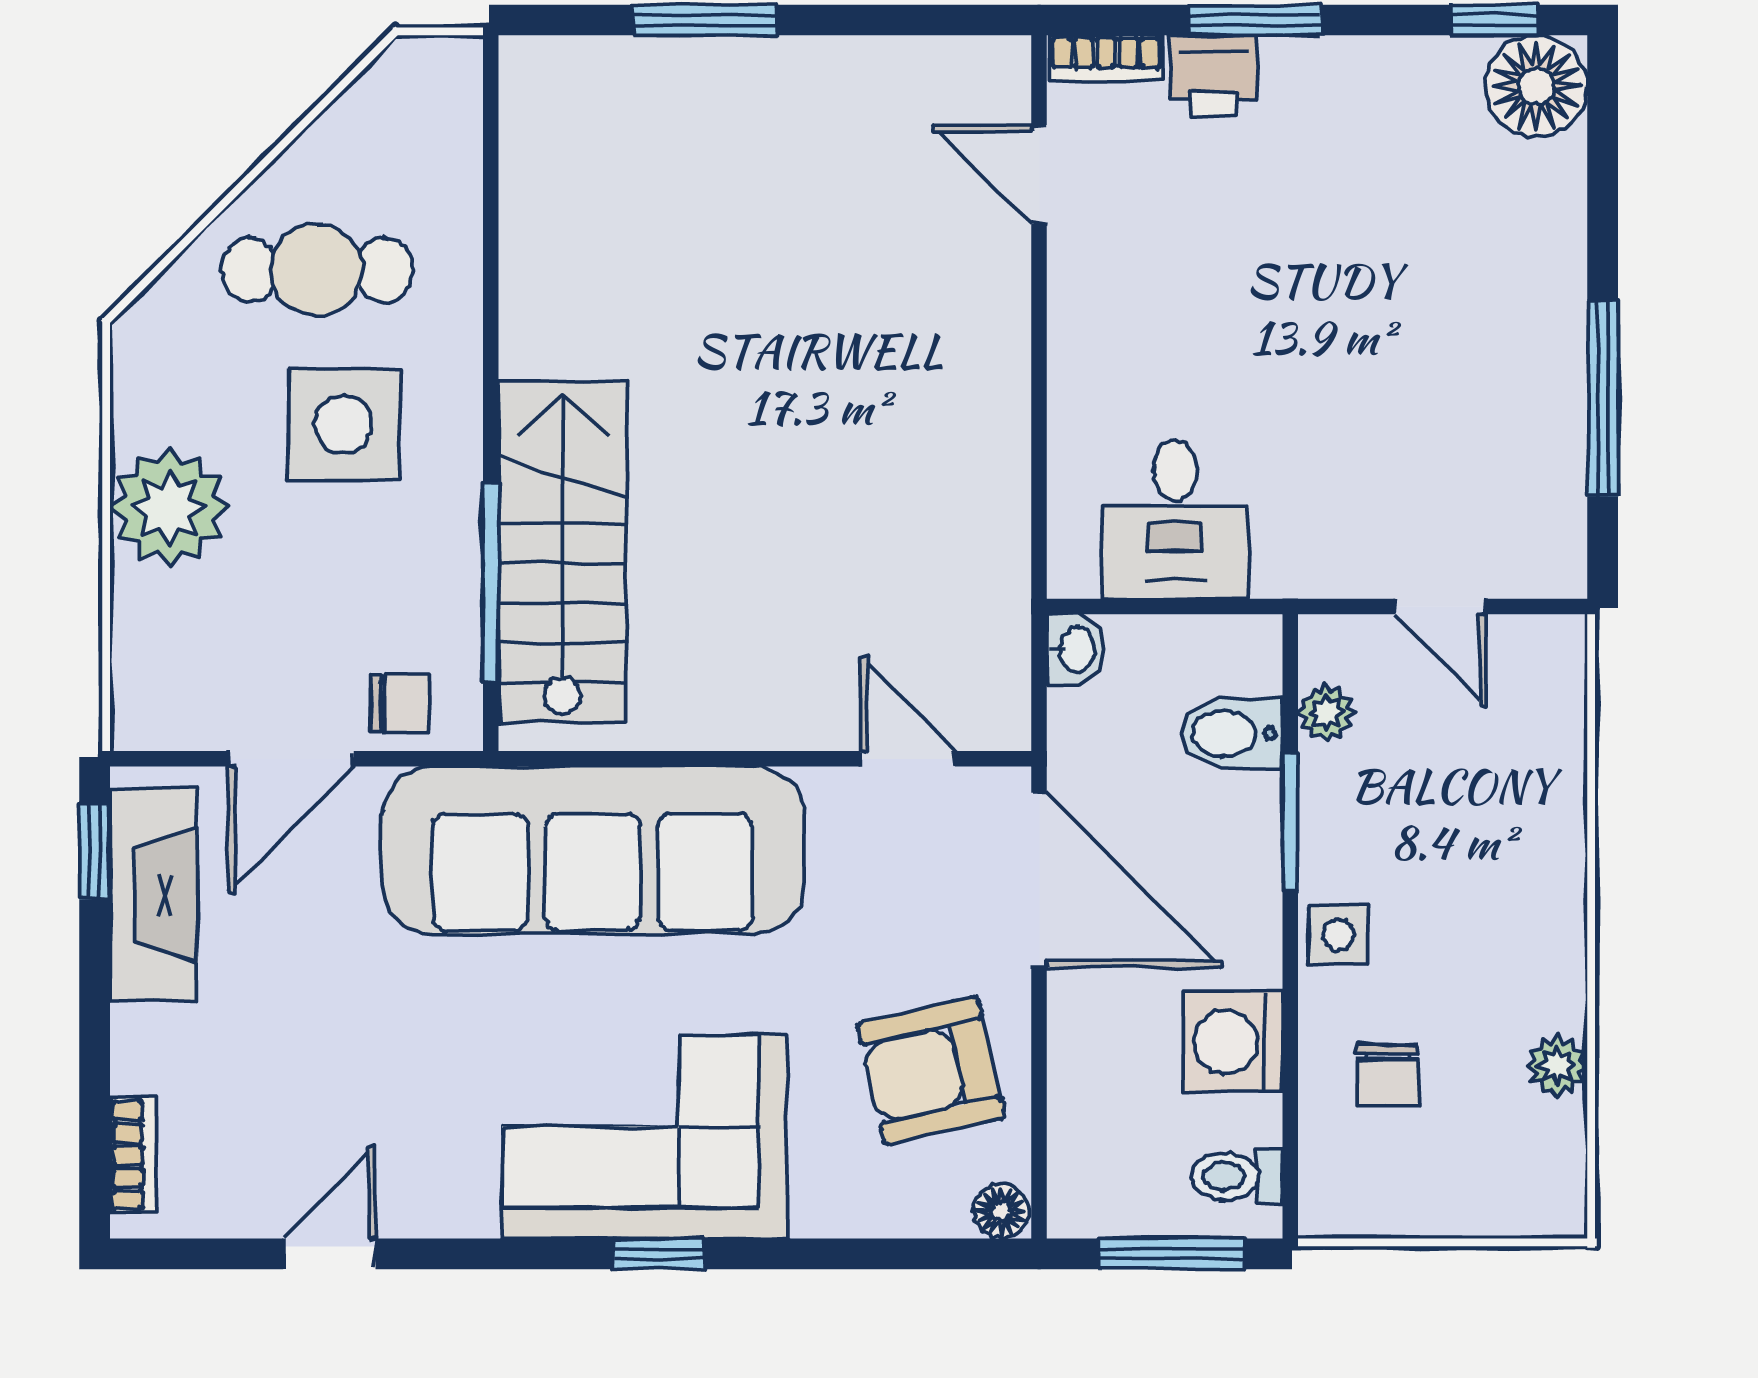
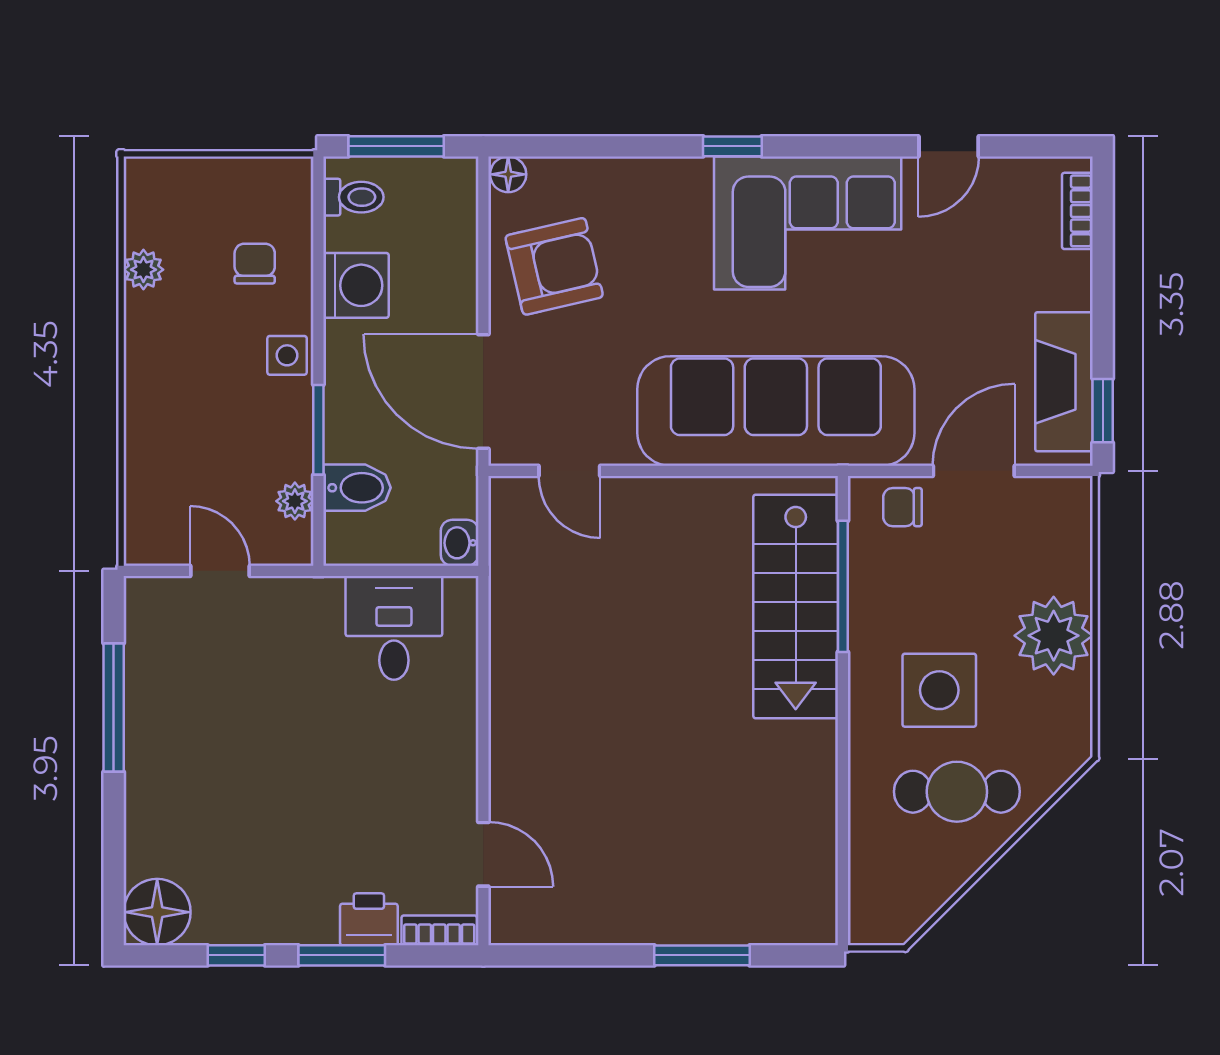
window: (1495, 20) -> (236, 955), moved
corner sofa: (645, 1137) -> (808, 223), moved

